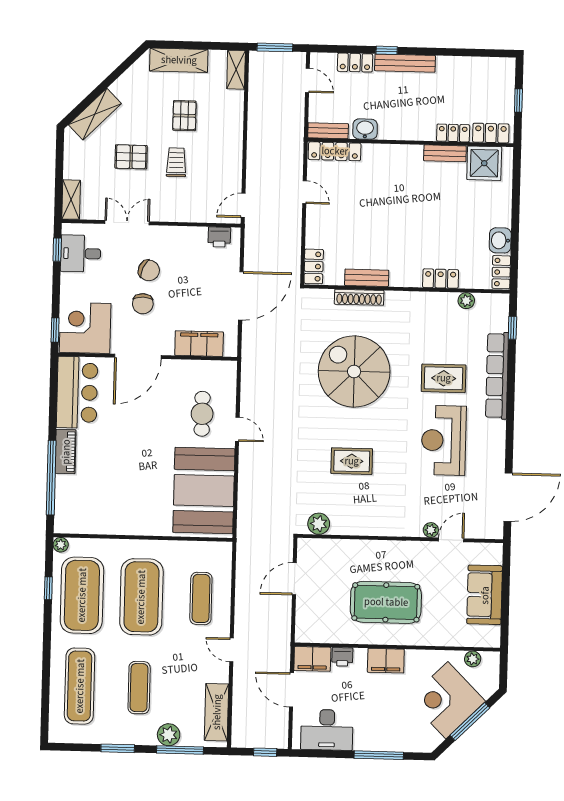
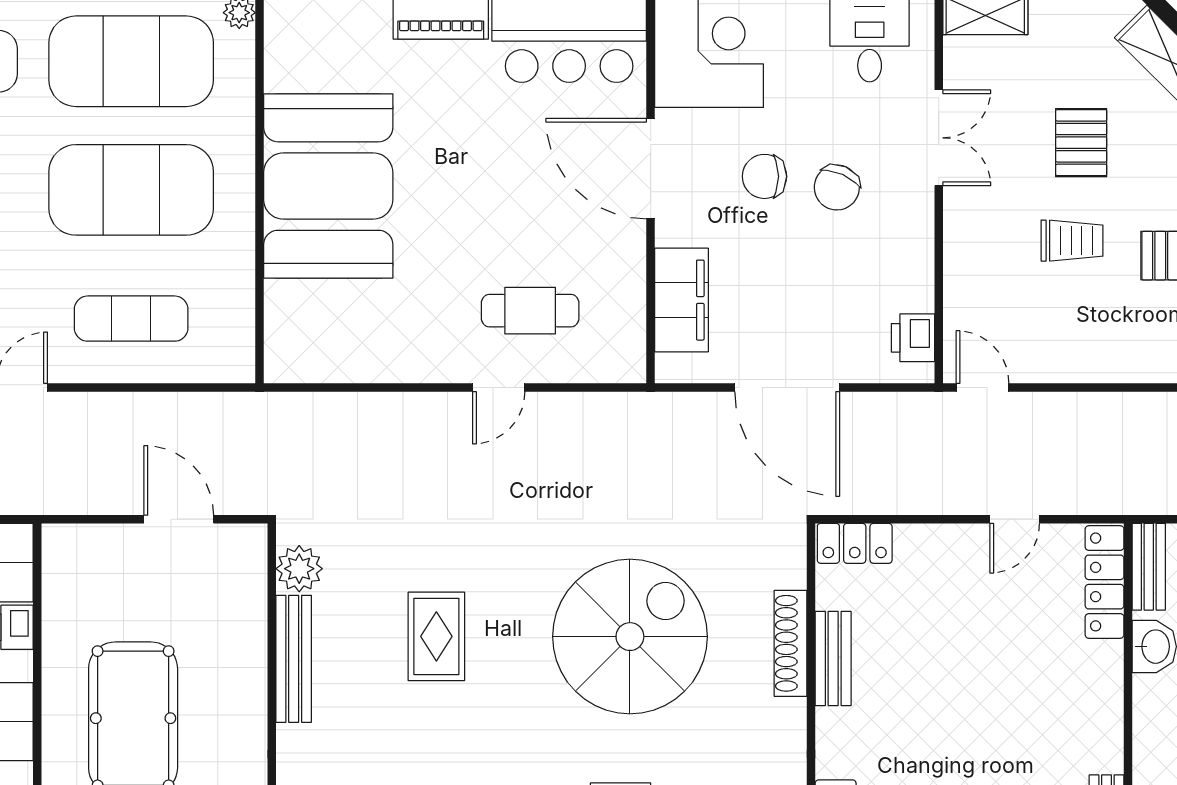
booth: (204, 491) -> (328, 186), moved, turned 90
bench: (360, 527) -> (294, 659), added

